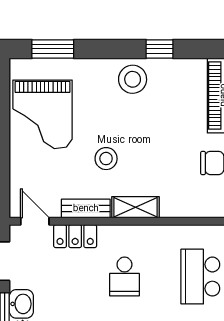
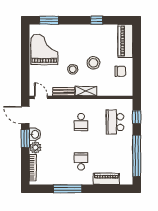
stool: (133, 79) -> (93, 63), moved
grand piano: (43, 114) -> (44, 49), turned 180
locker: (75, 236) -> (59, 104), removed

